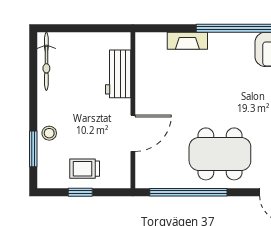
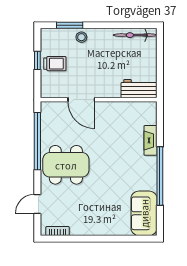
workbench: (118, 74) -> (139, 89), moved
dining table: (220, 154) -> (66, 165), turned 90
trolley: (85, 169) -> (55, 64), turned 90

